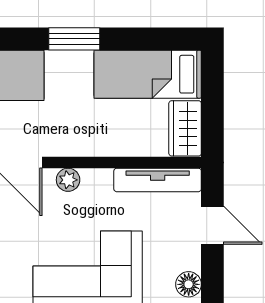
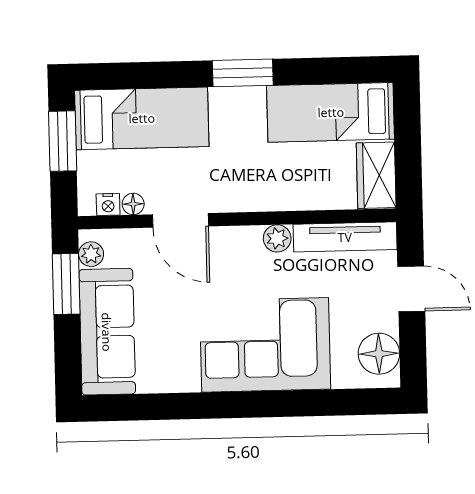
plant: (68, 180) -> (277, 238), moved
floor lamp: (189, 284) -> (379, 354), width x1.38, depth x1.38

